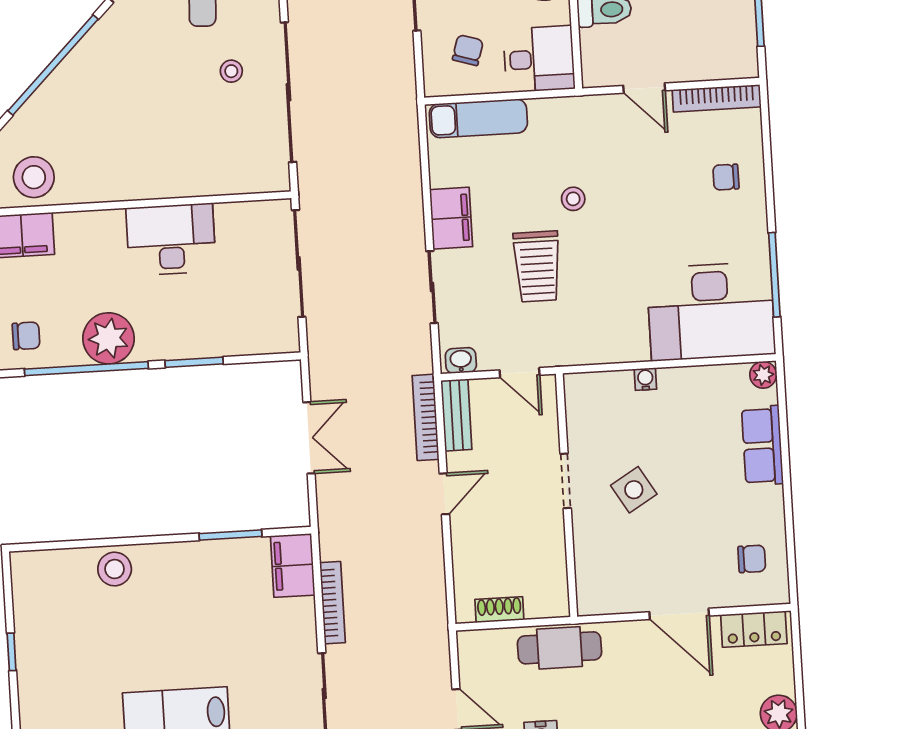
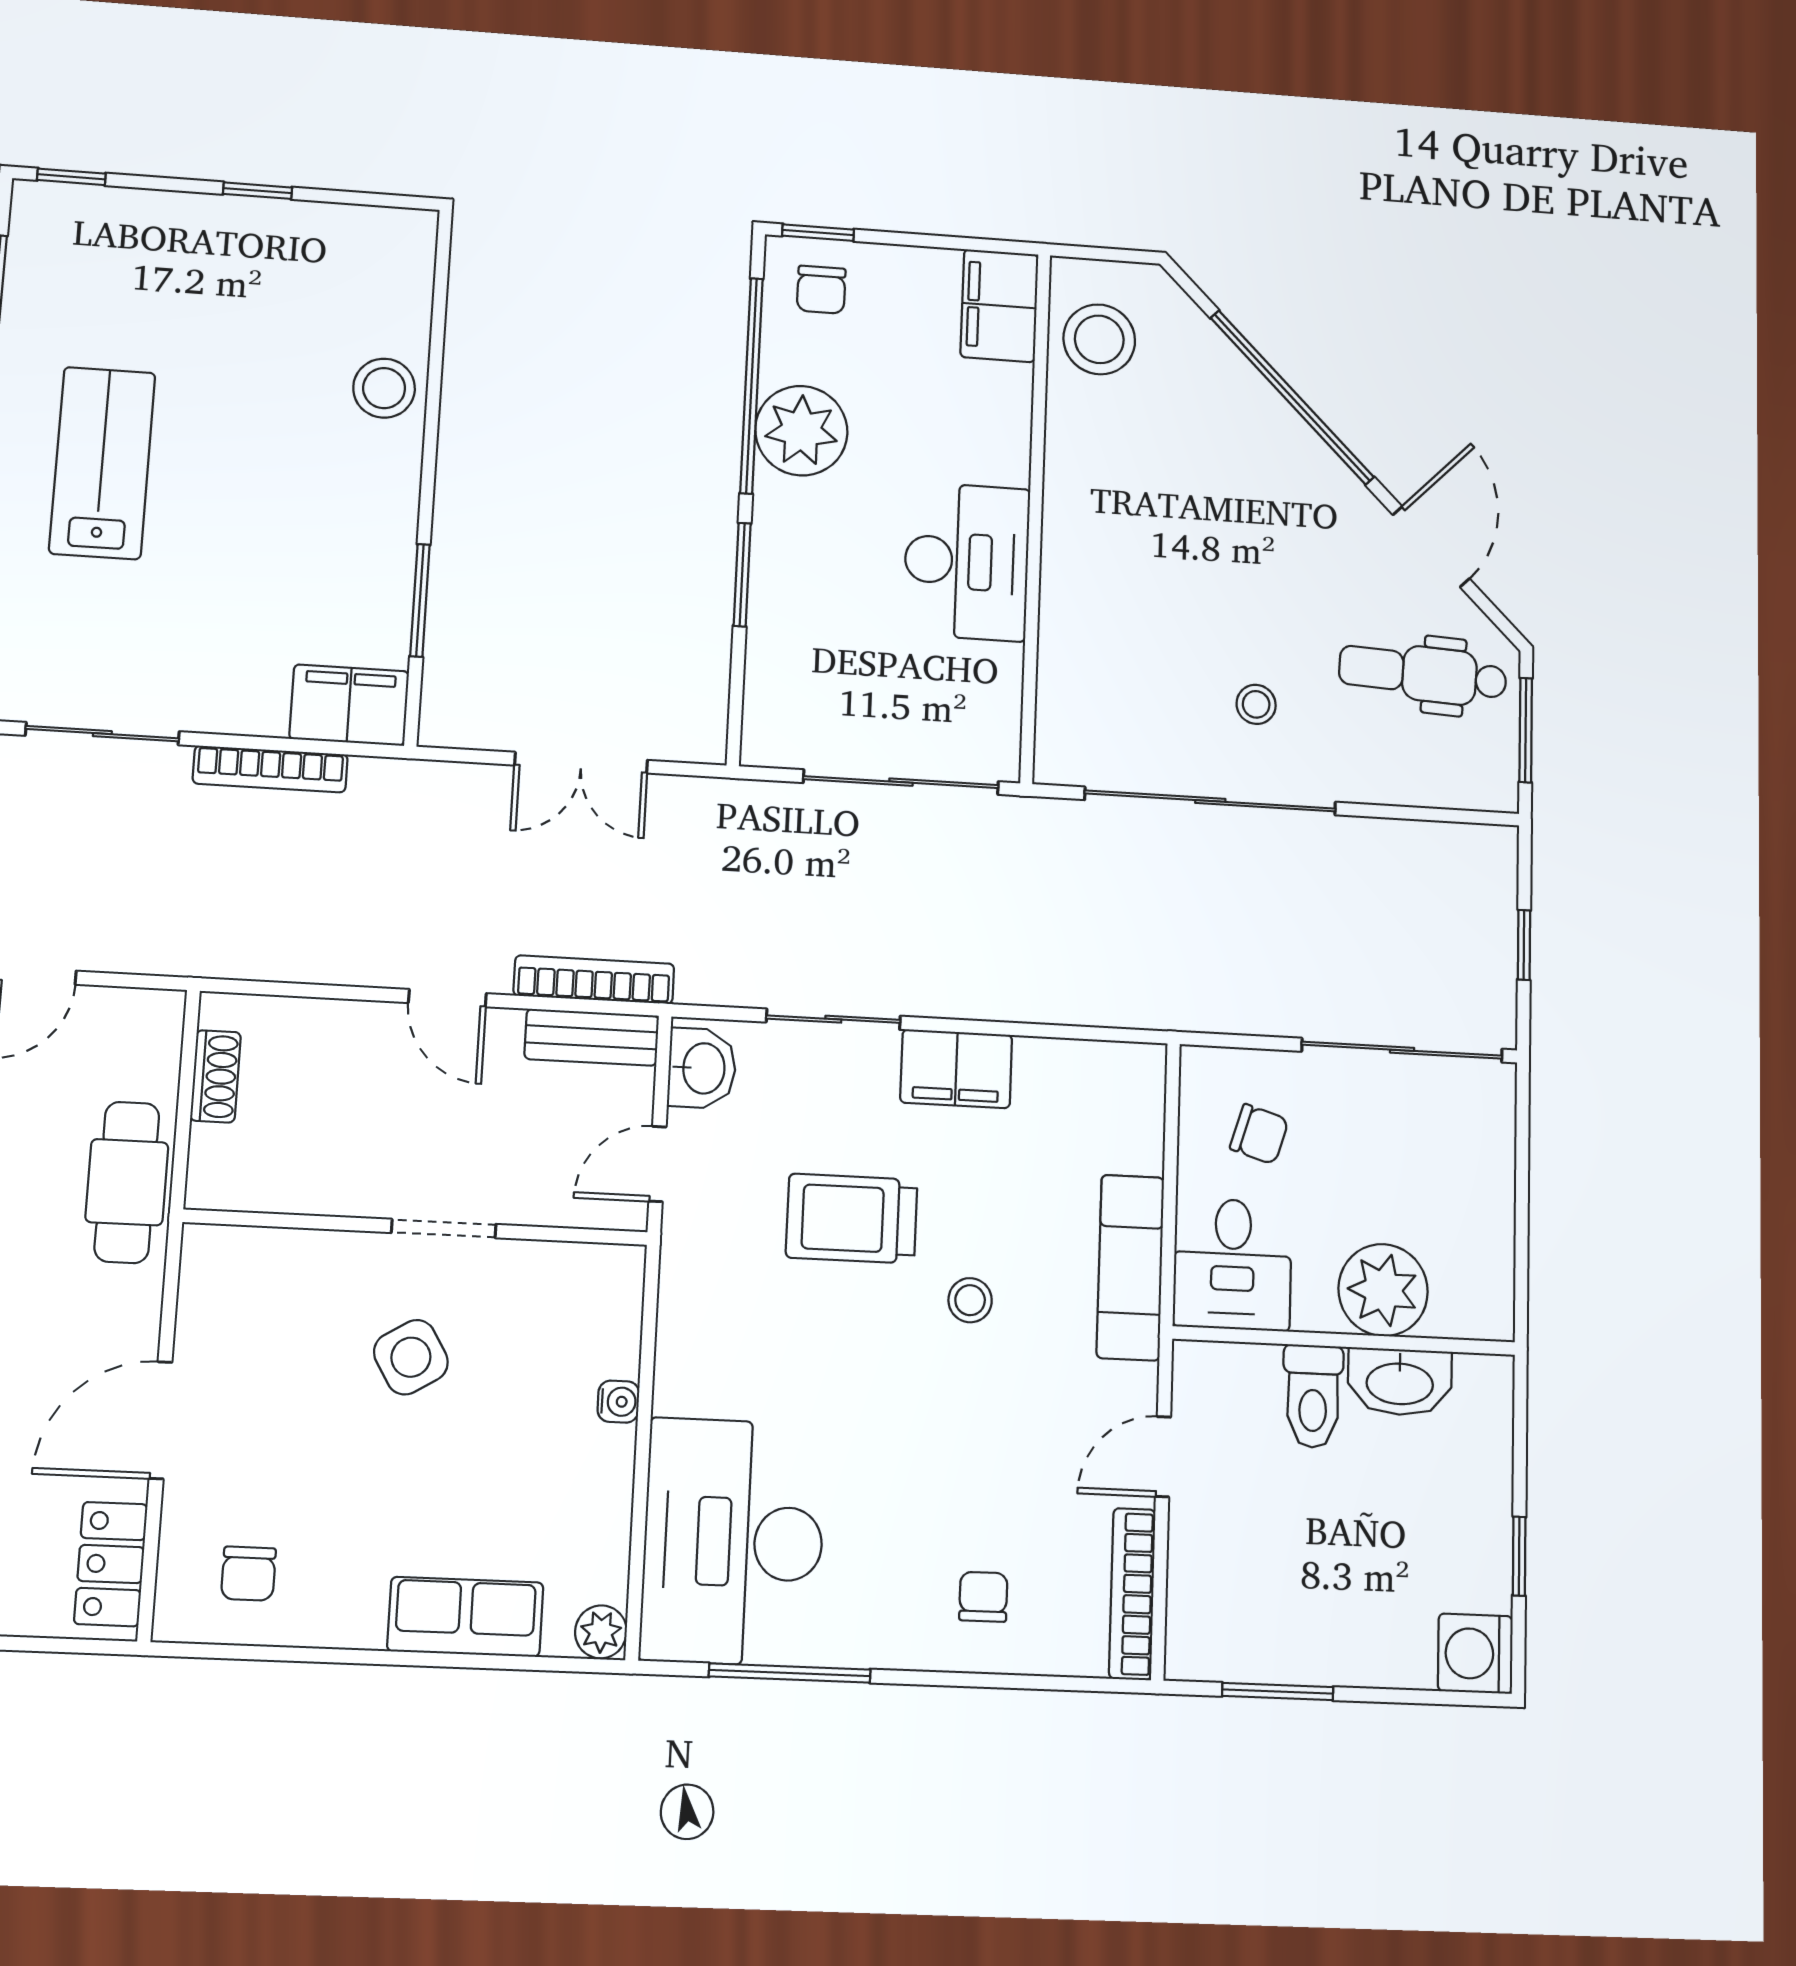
exam couch: (478, 118) -> (1130, 1268), moved
washbasin: (461, 360) -> (702, 1068), width x1.38, depth x1.45

